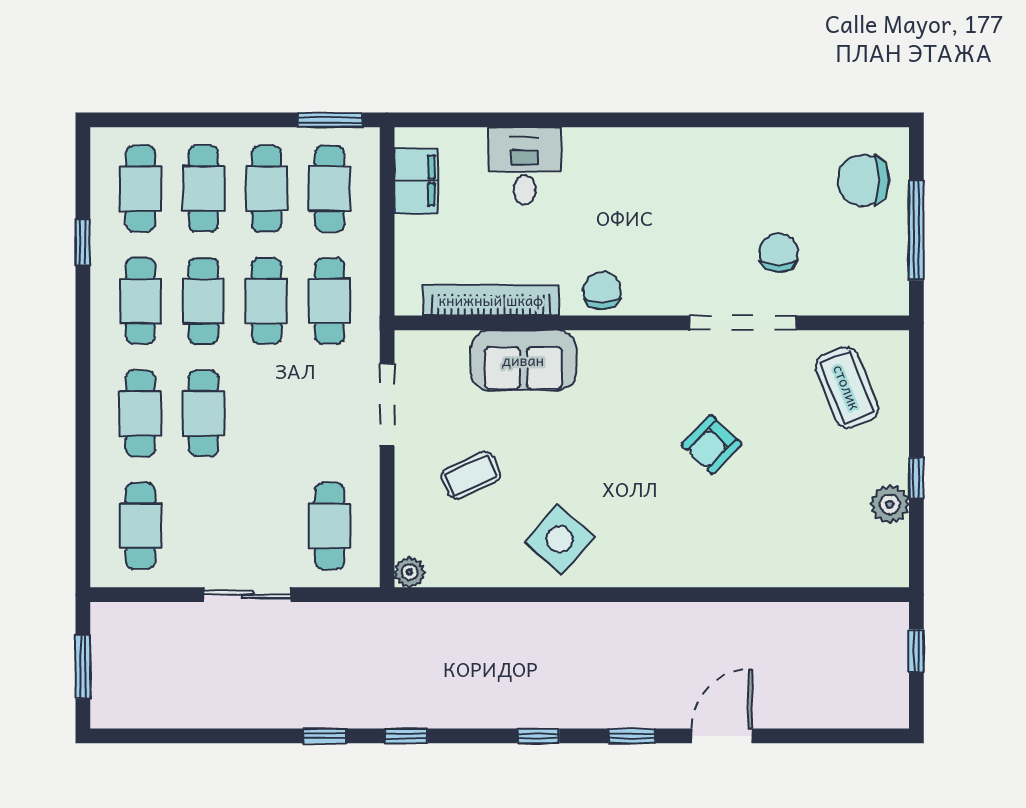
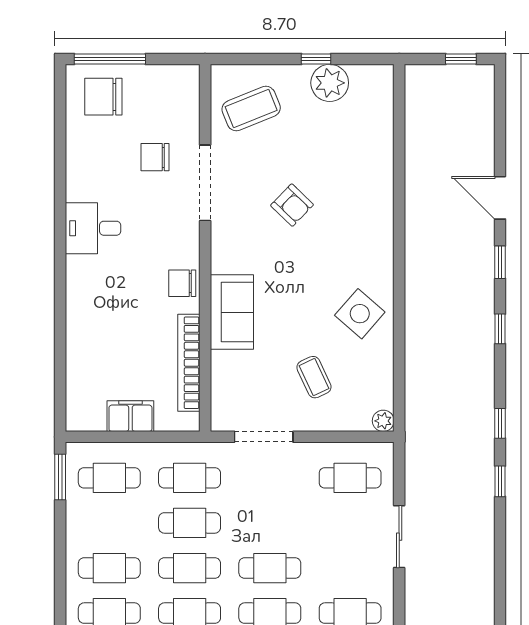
desk: (525, 166) -> (93, 228), moved
chair: (863, 180) -> (103, 97), turned 90
filing cabinet: (416, 181) -> (130, 416), moved
cafe table: (267, 189) -> (109, 523), removed
window: (916, 230) -> (110, 59), moved
sofa: (523, 360) -> (232, 312), moved
plant: (890, 504) -> (330, 83), width x1.36, depth x1.36
window: (916, 651) -> (461, 59), moved

